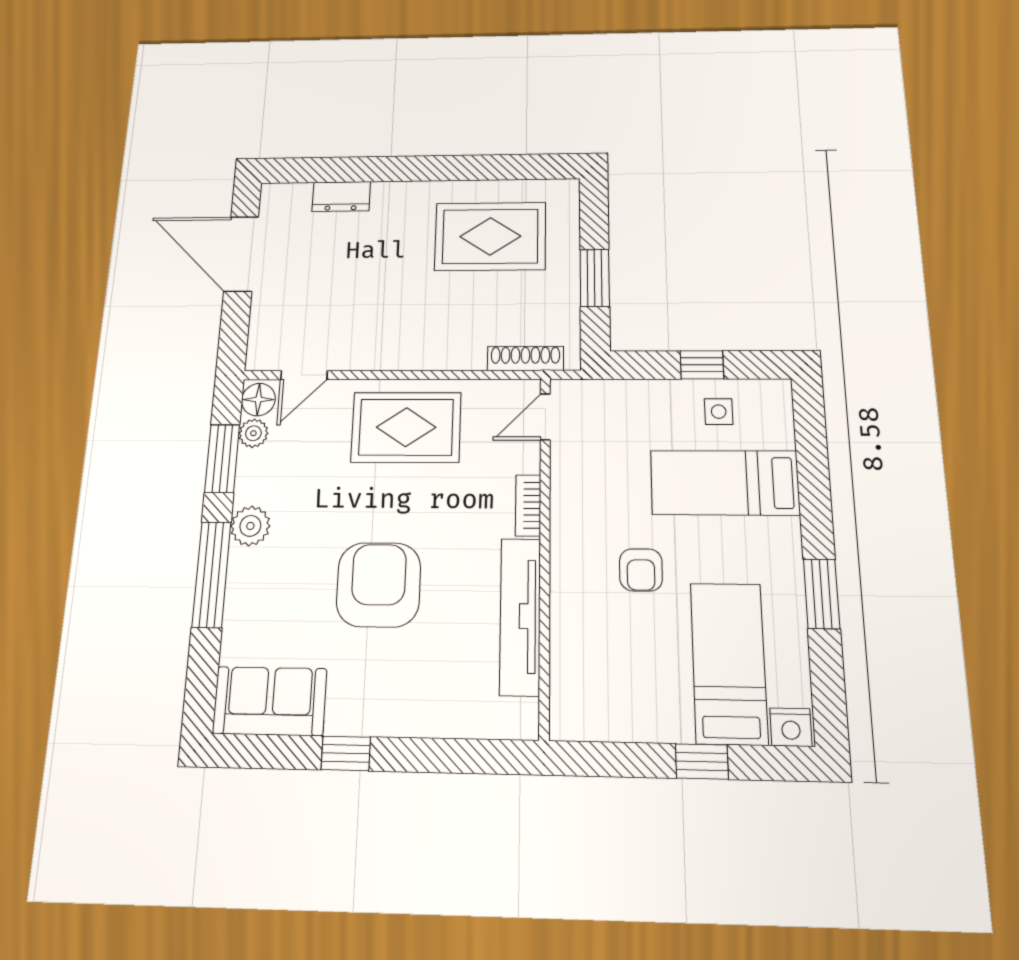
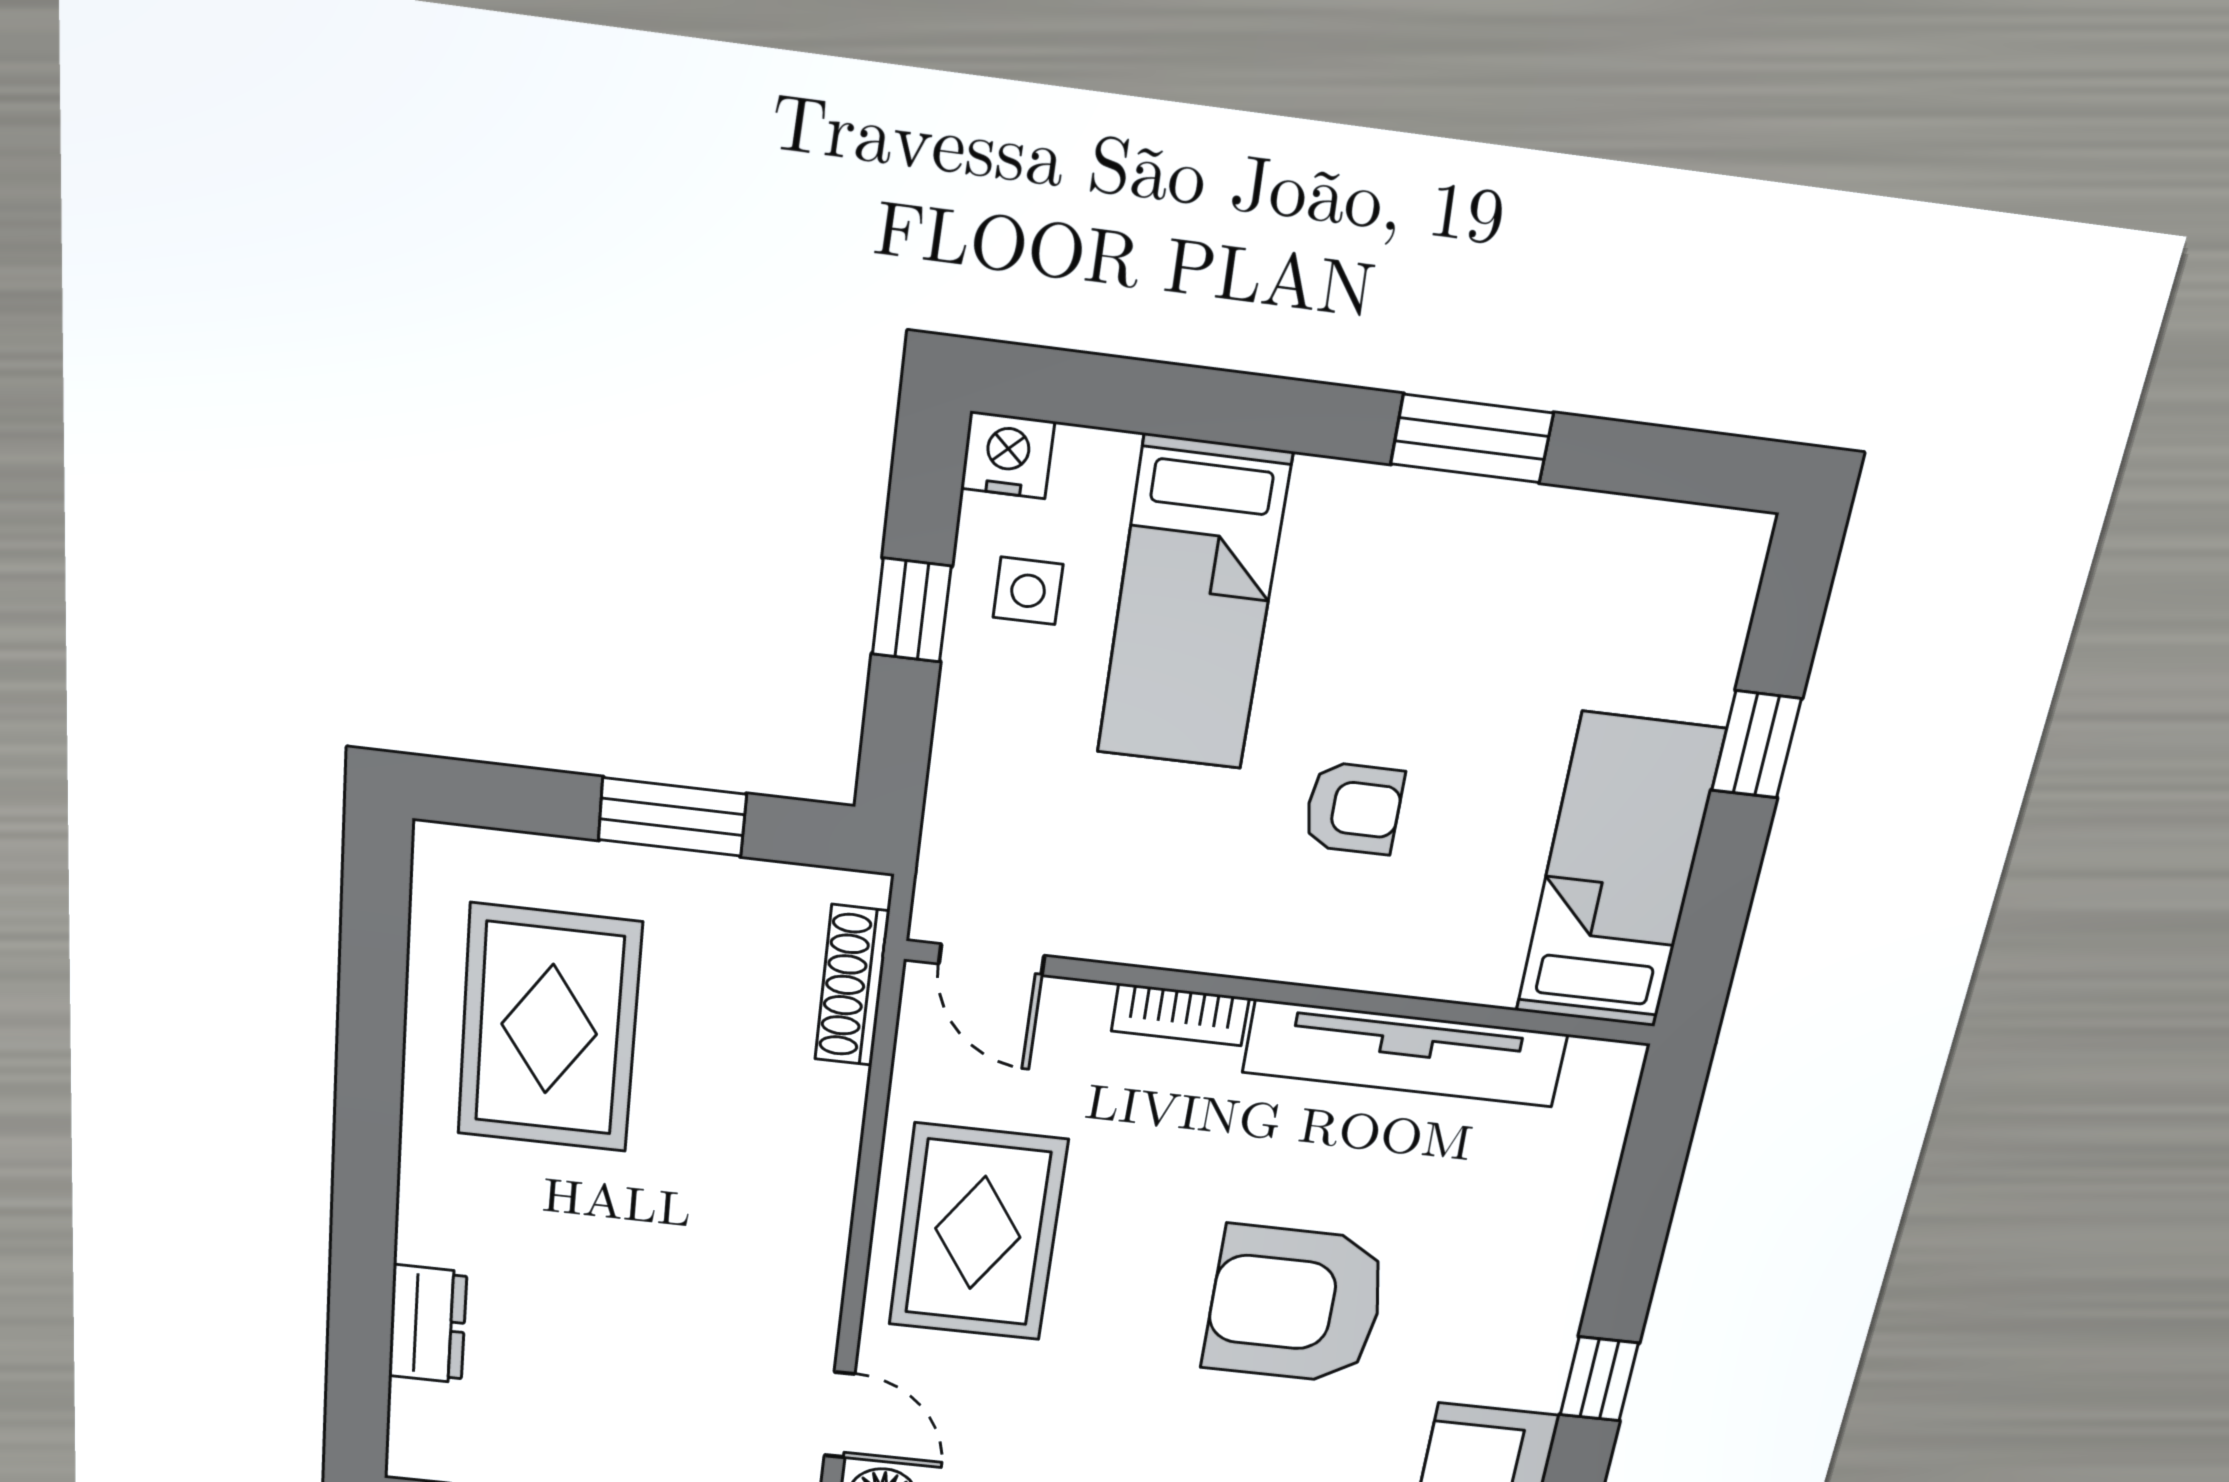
bed: (729, 663) -> (1619, 872), moved, turned 90
nightstand: (791, 727) -> (1008, 455), moved, turned -90

